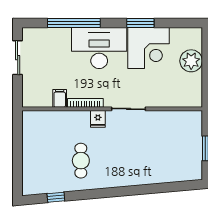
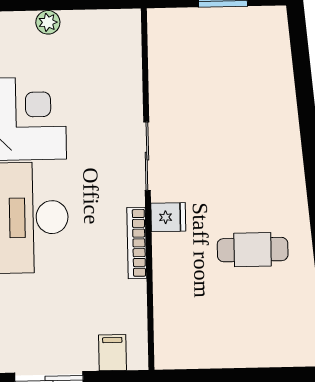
plant: (191, 61) -> (48, 22), width x0.53, depth x0.53
filing cabinet: (60, 98) -> (112, 353), moved, turned 90

